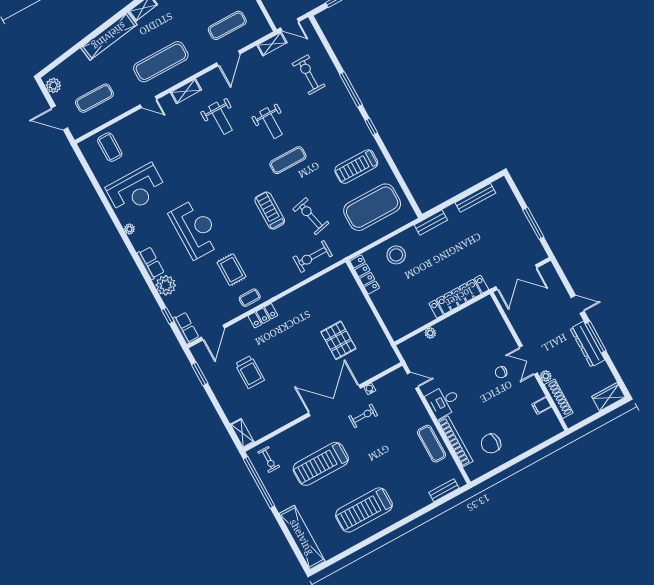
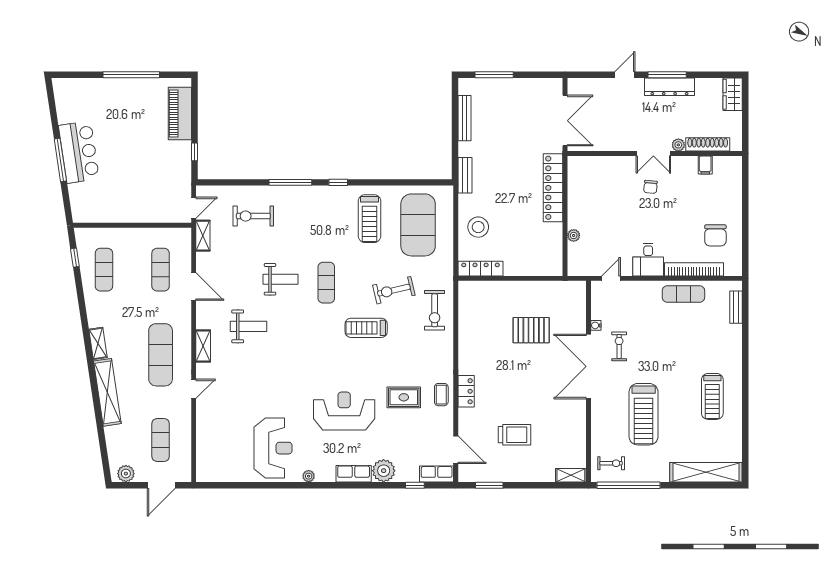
coffee table: (110, 147) -> (217, 451), removed
window: (533, 223) -> (494, 75), moved
treadmill: (364, 510) -> (712, 396), width x0.73, depth x0.73

